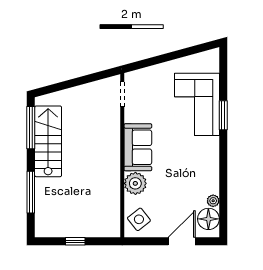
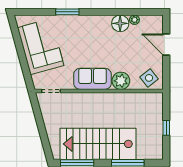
corner sofa: (197, 104) -> (41, 47), moved, turned -105
stairs: (48, 141) -> (98, 144), width x1.36, depth x1.51
floor lamp: (208, 219) -> (120, 23), moved

